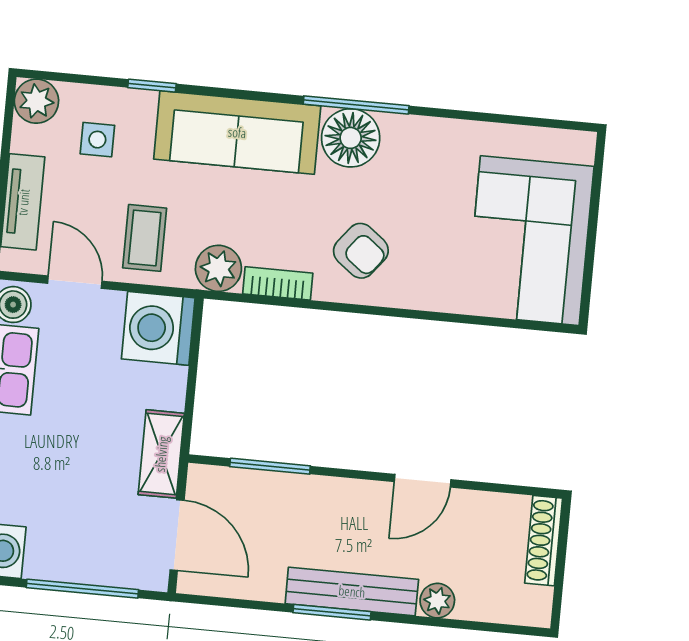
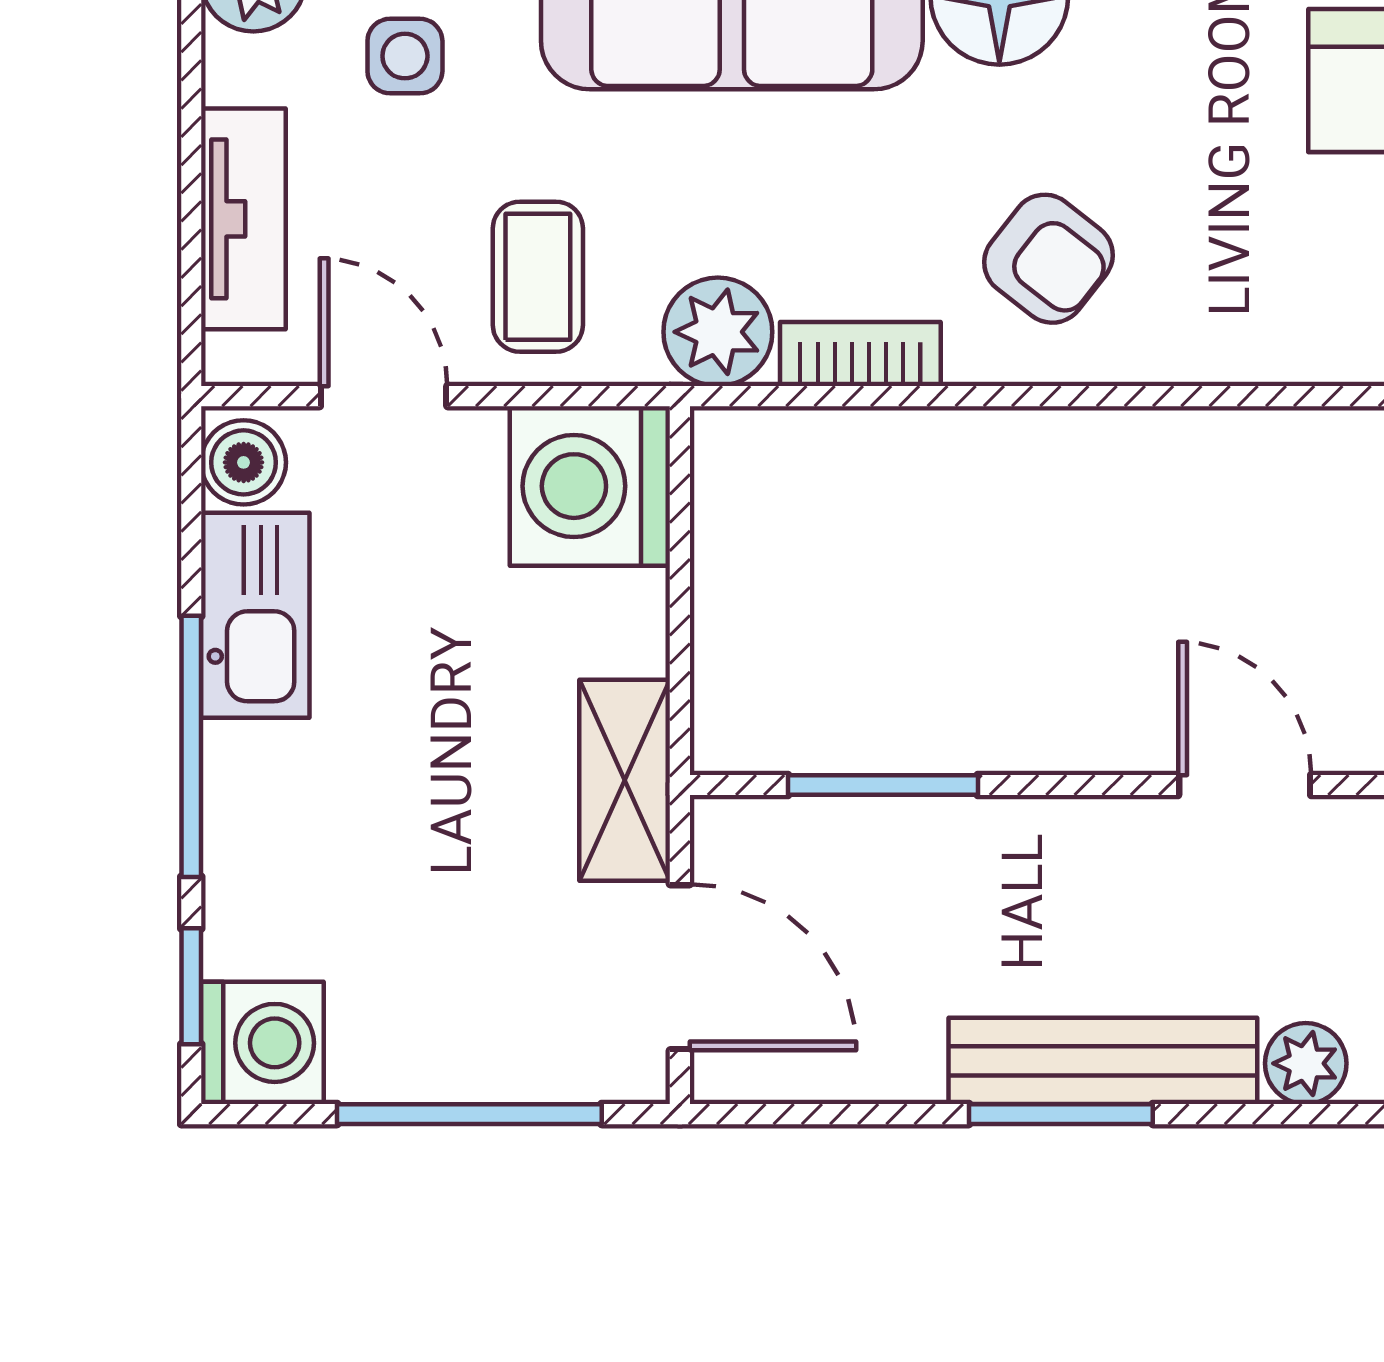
door: (423, 481) -> (1245, 785), swing flipped

